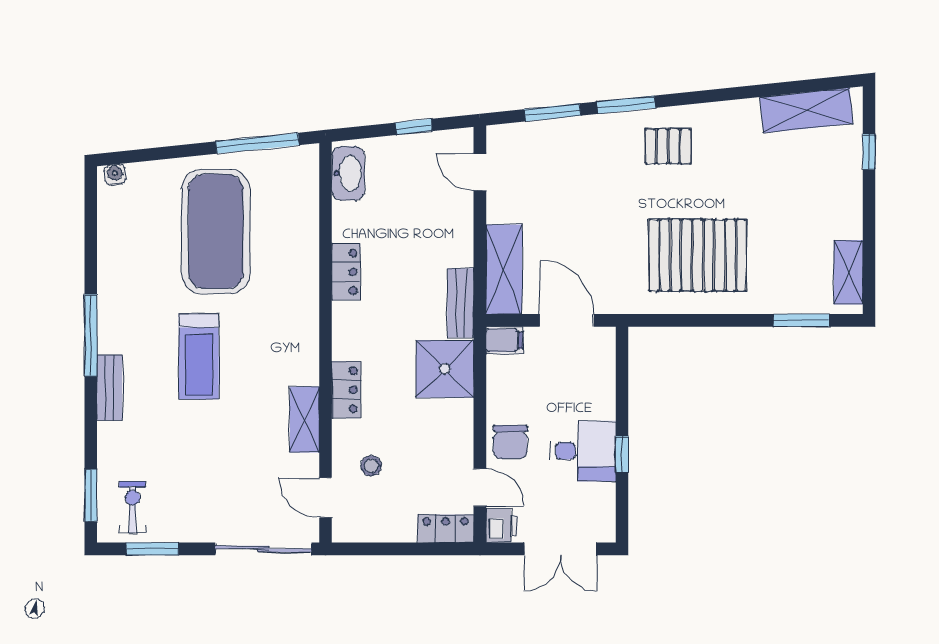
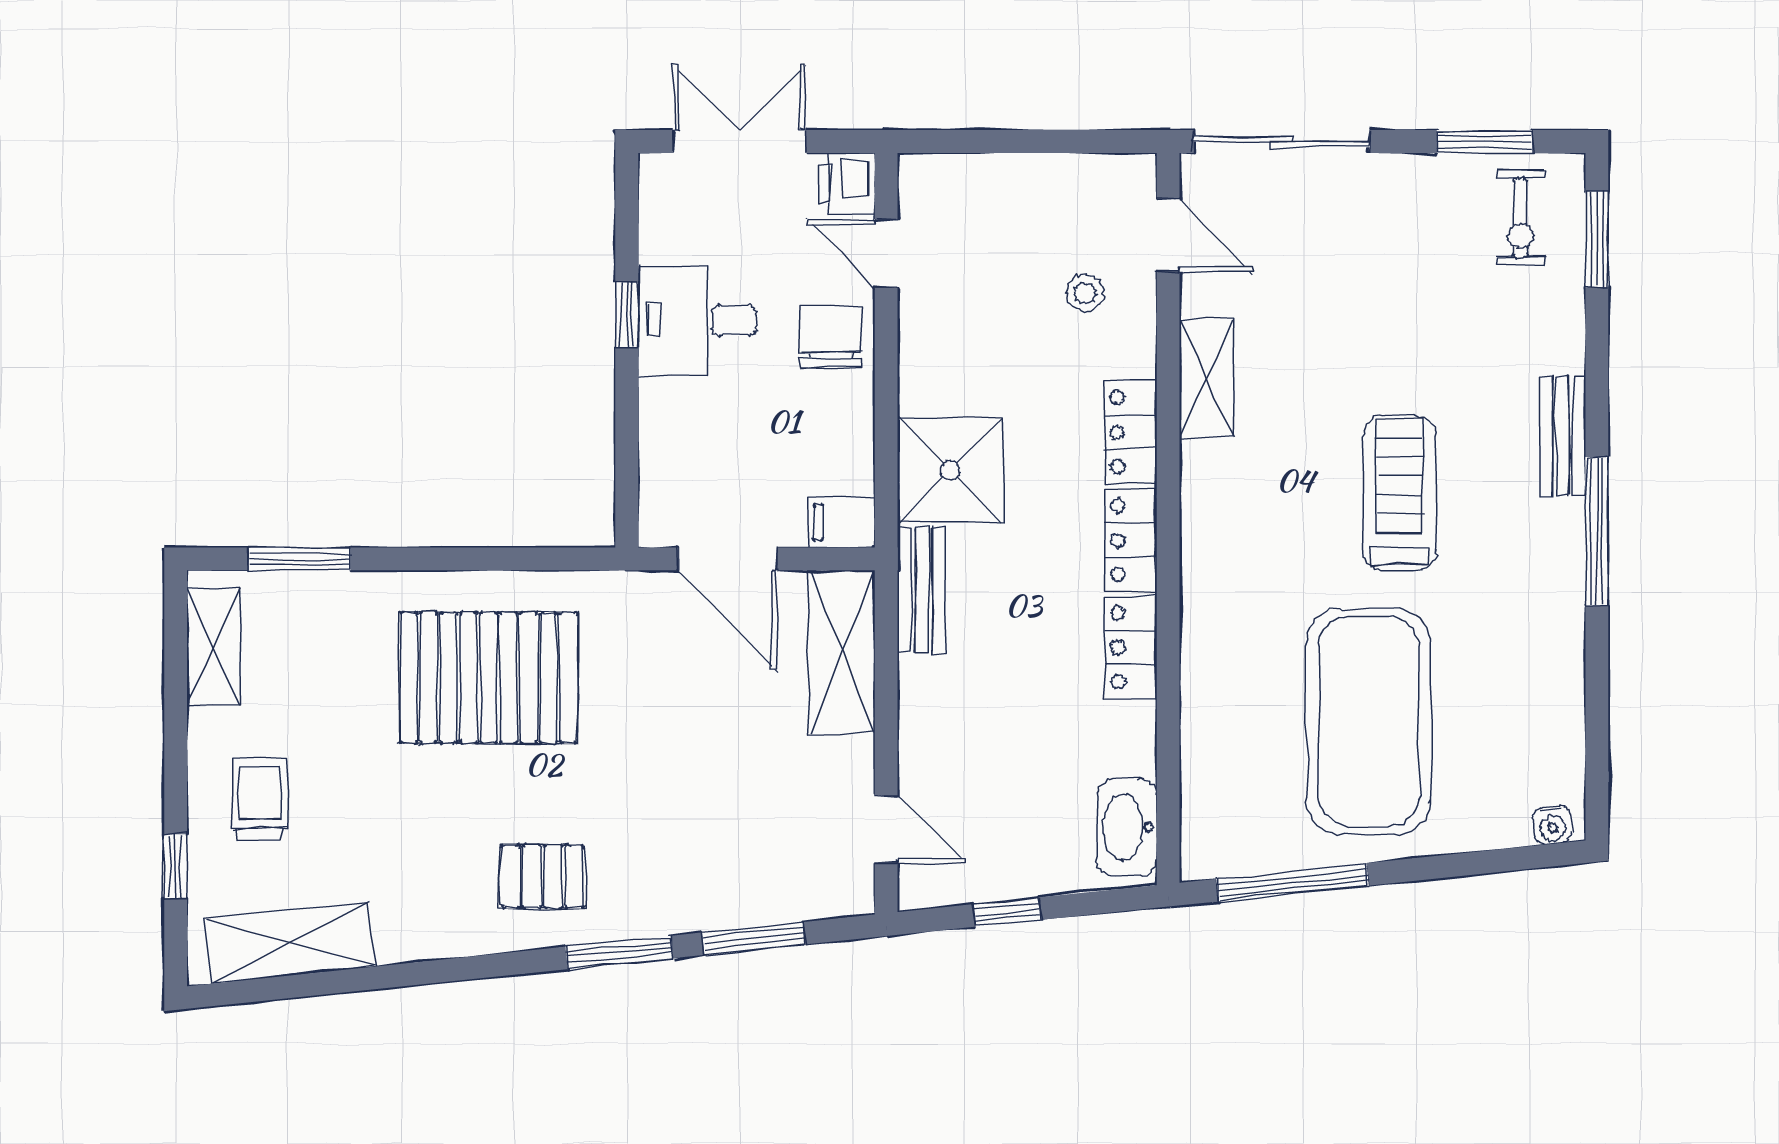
trolley: (823, 189) -> (259, 799), added
locker: (446, 529) -> (1131, 540), moved, turned 90

